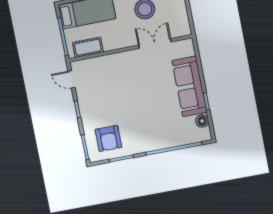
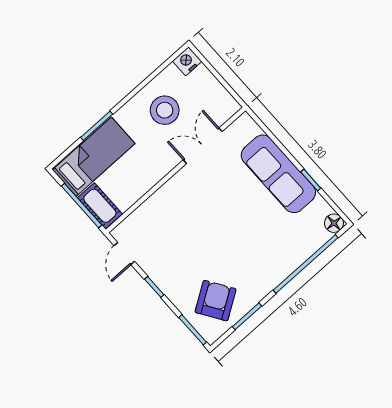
cot: (88, 47) -> (100, 206), moved, turned 90
door: (71, 79) -> (124, 254), hinge flipped
floor lamp: (202, 121) -> (334, 223), moved
armchair: (108, 138) -> (216, 301), turned -123

